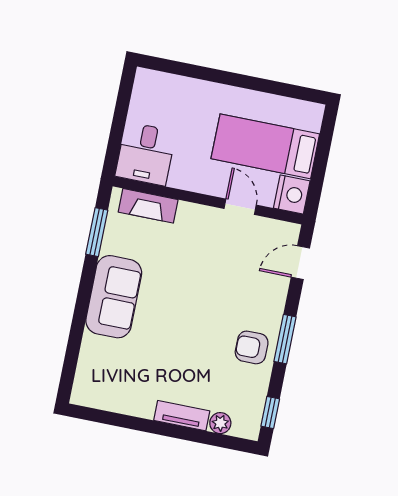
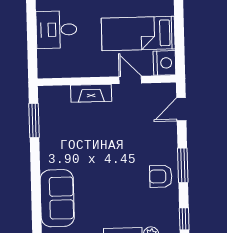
desk: (146, 154) -> (56, 30), moved, turned 90
fireplace: (148, 206) -> (91, 93), moved
sofa: (114, 297) -> (57, 198), moved

